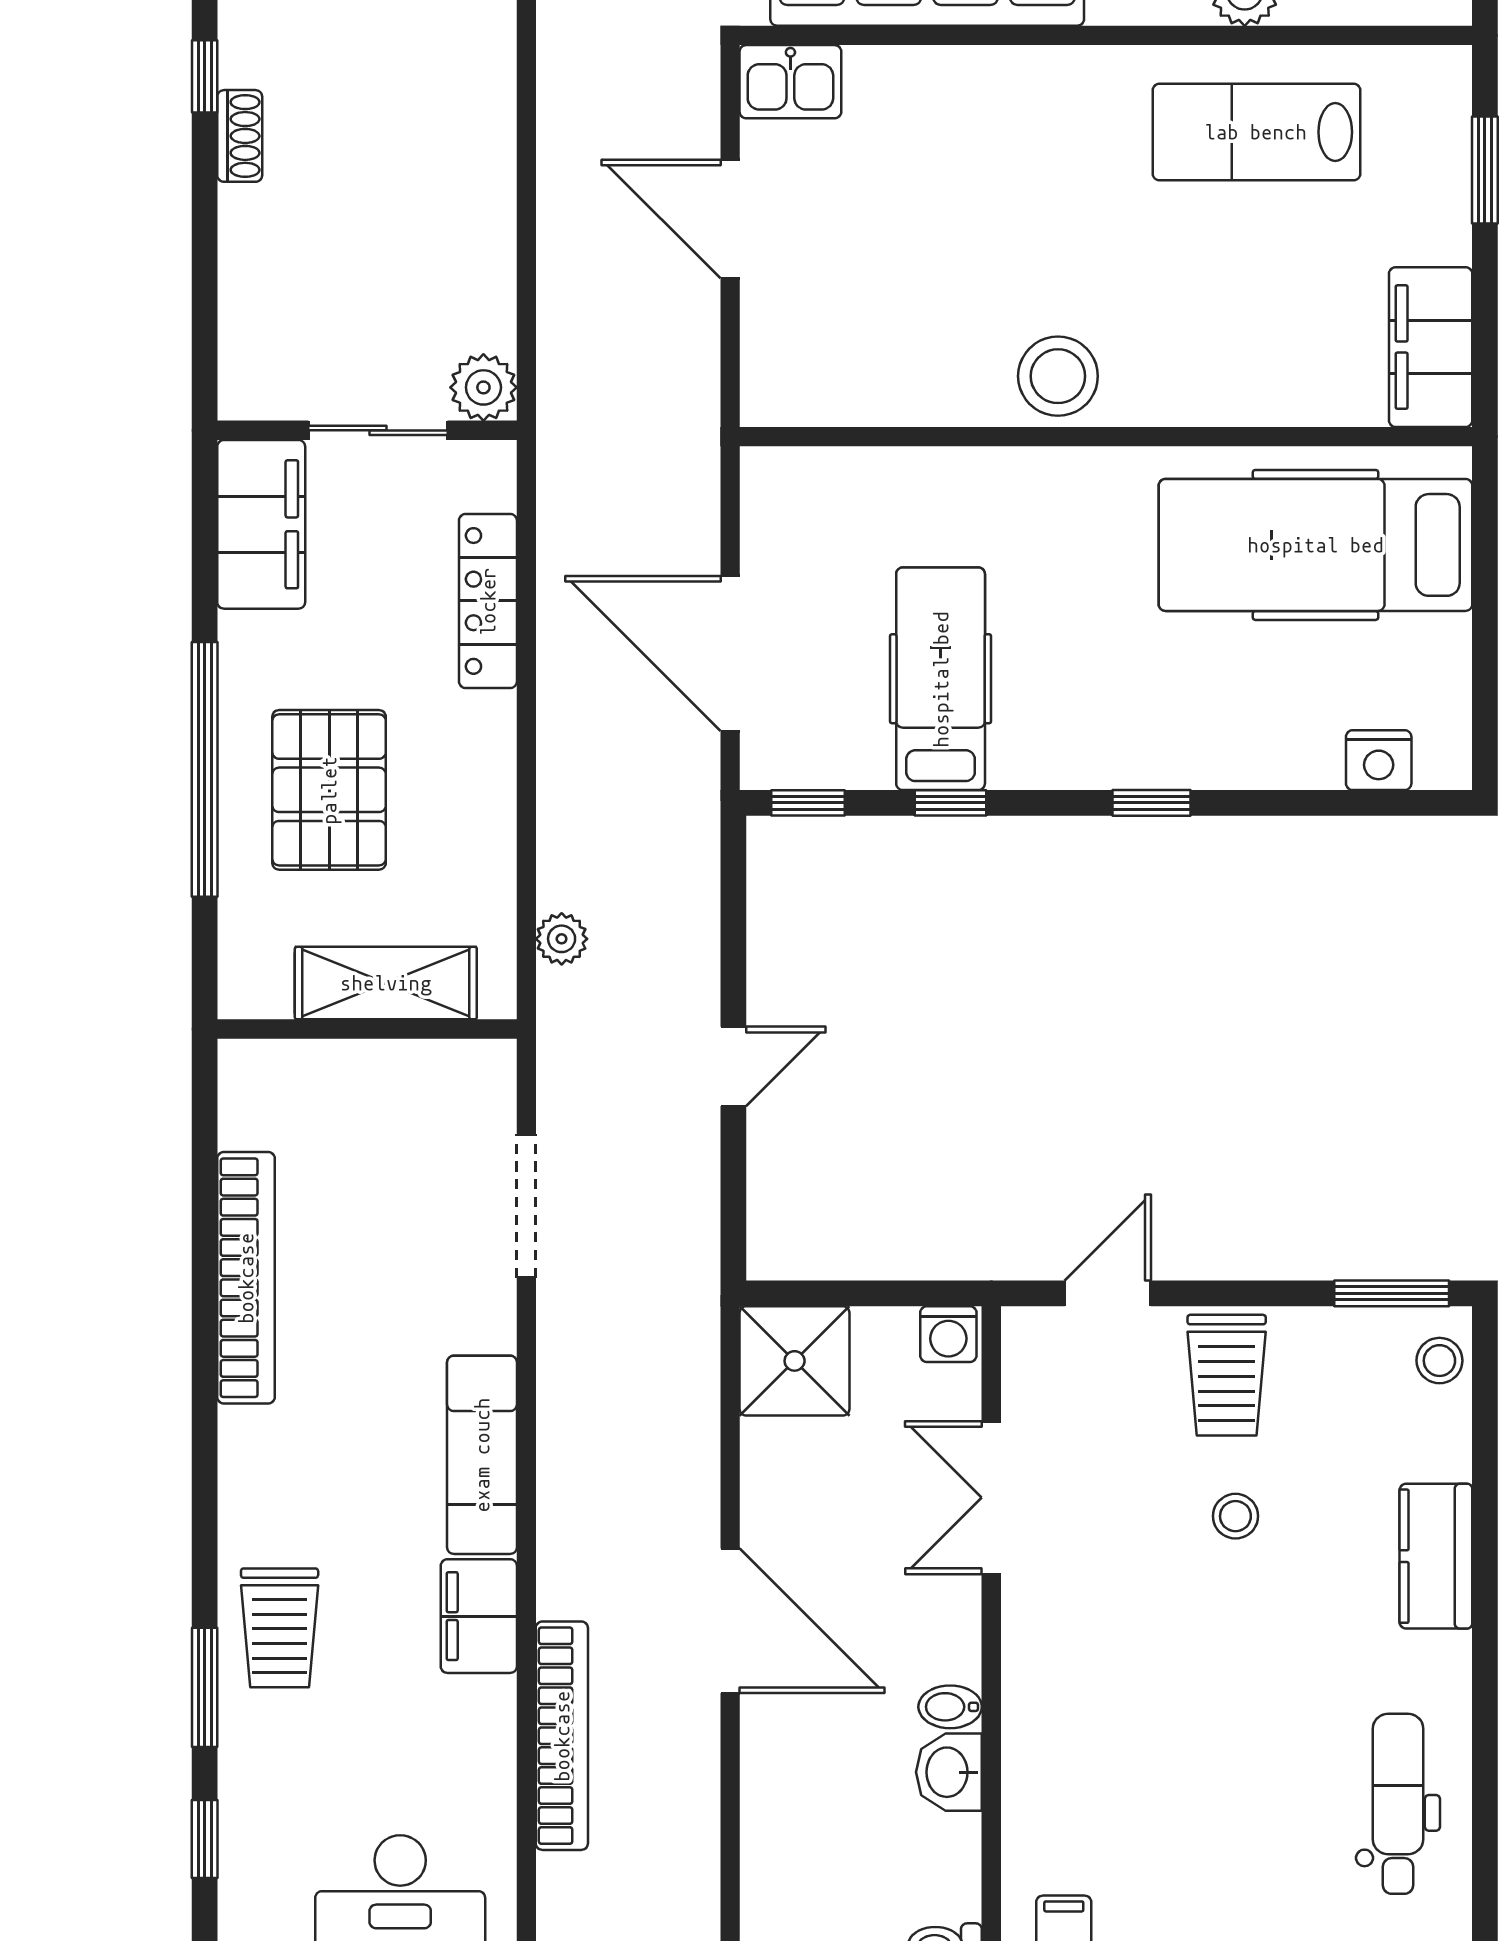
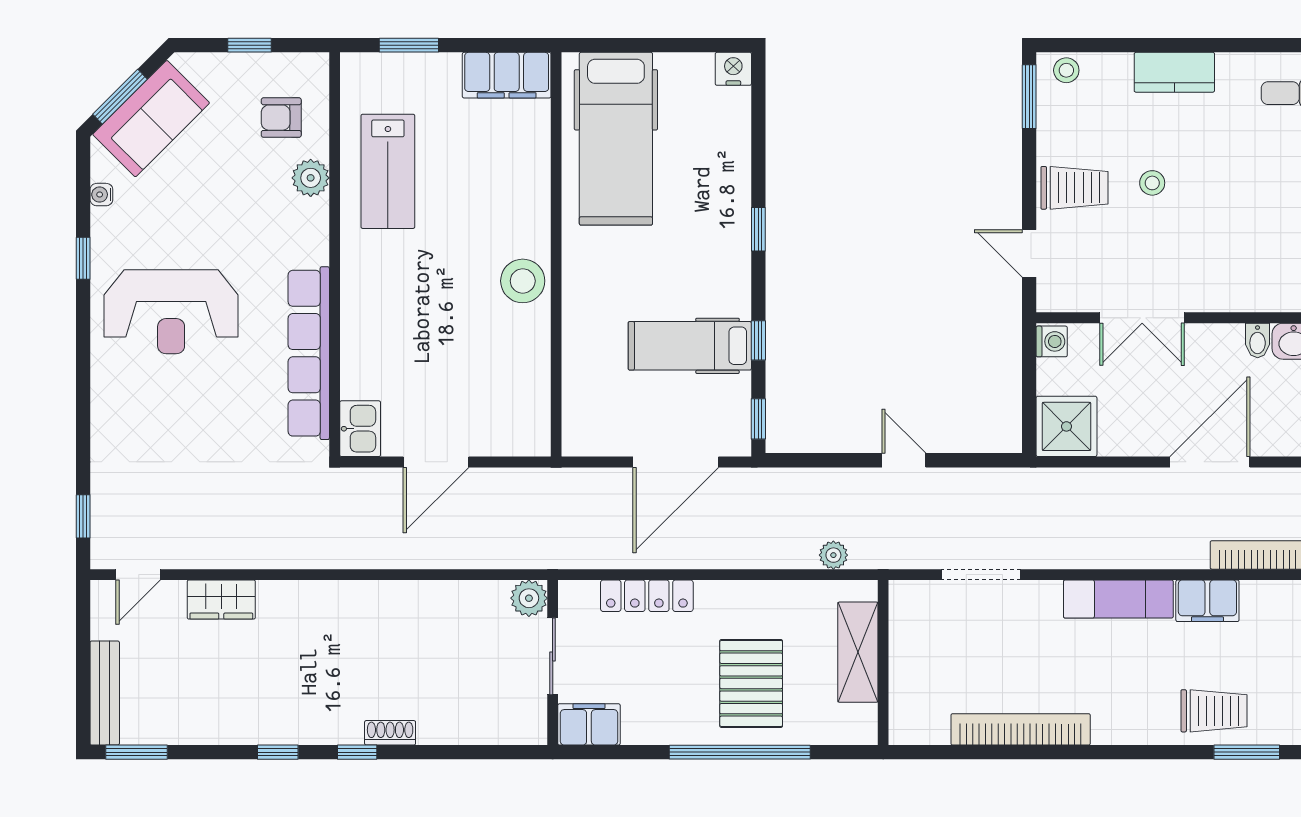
filing cabinet: (261, 524) -> (589, 724), width x0.67, depth x0.86
nightstand: (1379, 760) -> (733, 69), moved, turned -90
pallet: (329, 790) -> (751, 683), turned 90

